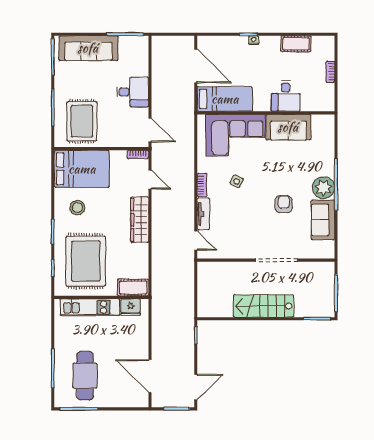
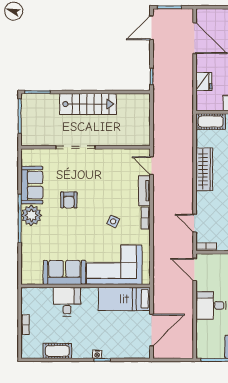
door: (196, 66) -> (152, 330), swing flipped
wardrobe: (140, 220) -> (204, 169), moved
fridge: (131, 307) -> (204, 81), moved, turned 90

